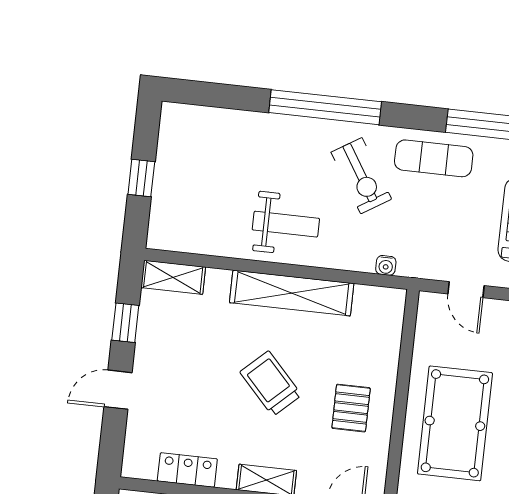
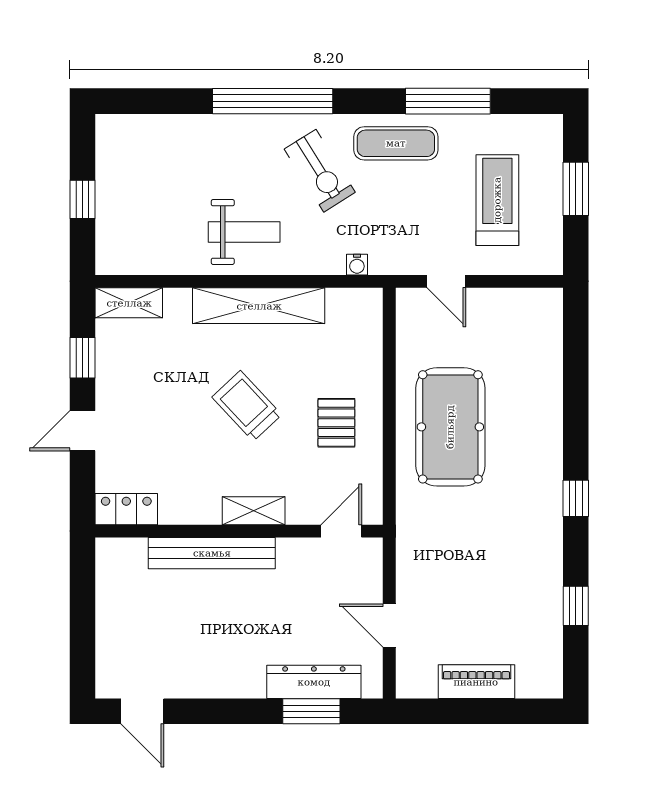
locker: (187, 470) -> (126, 509), moved

